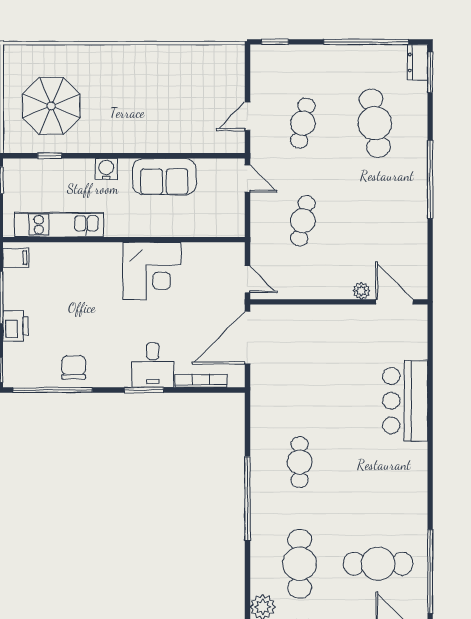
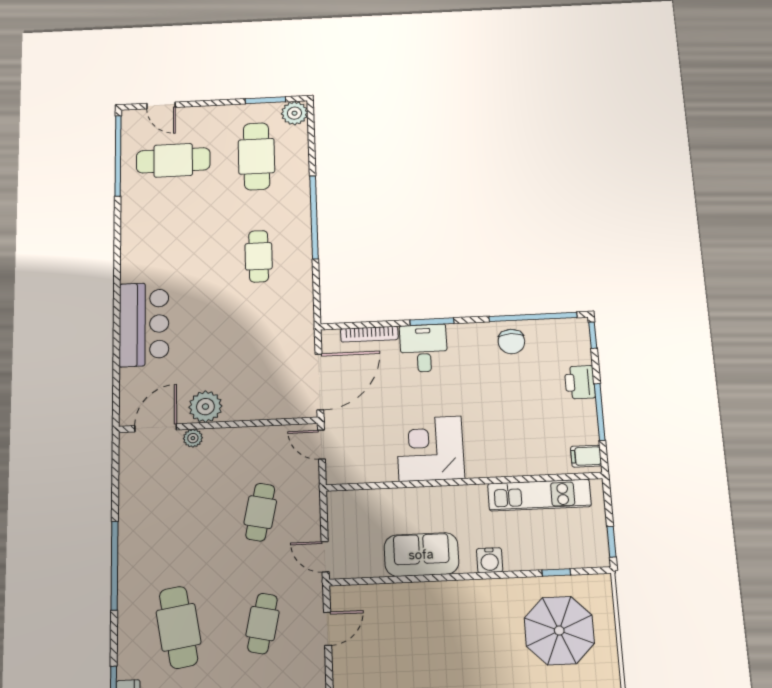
door: (394, 302) -> (156, 428), swing flipped
plant: (350, 320) -> (205, 407), added

